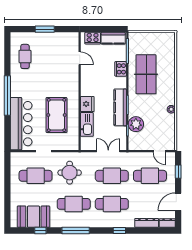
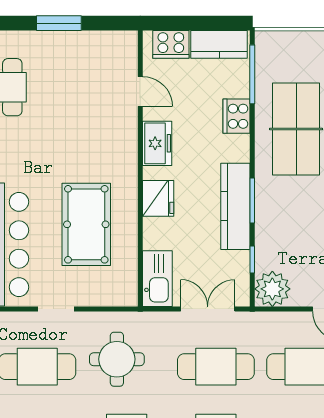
freezer: (87, 80) -> (157, 143), added
kitchen sink: (87, 124) -> (157, 279), moved
plant: (136, 124) -> (272, 289), moved

